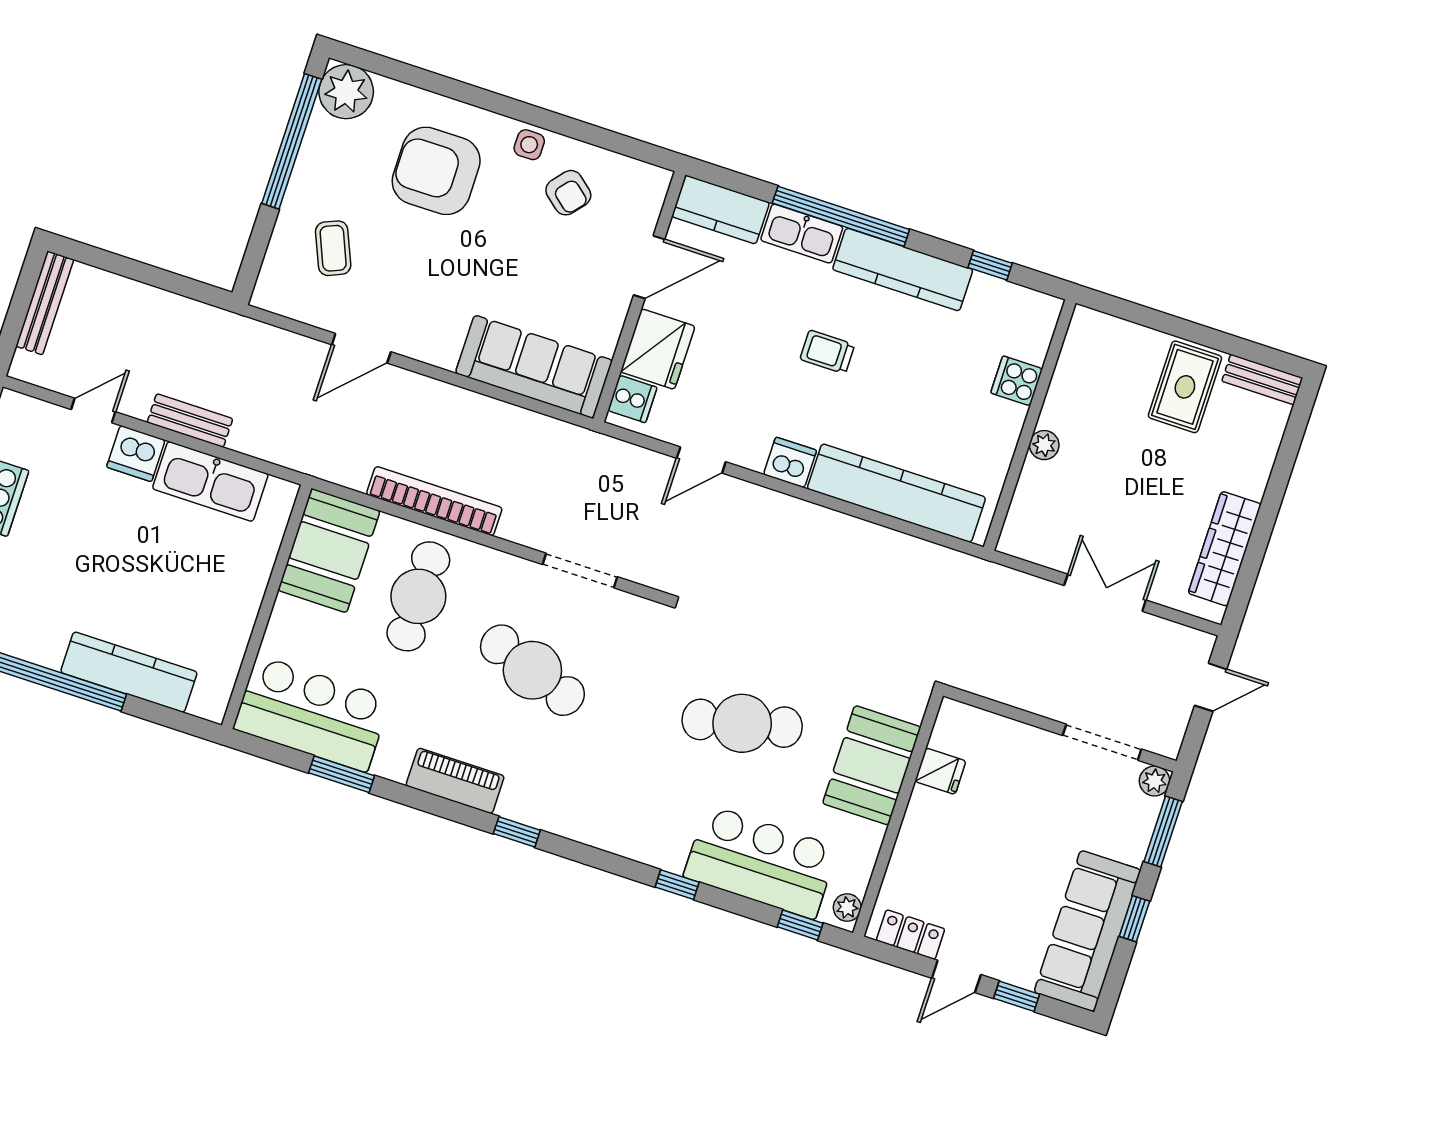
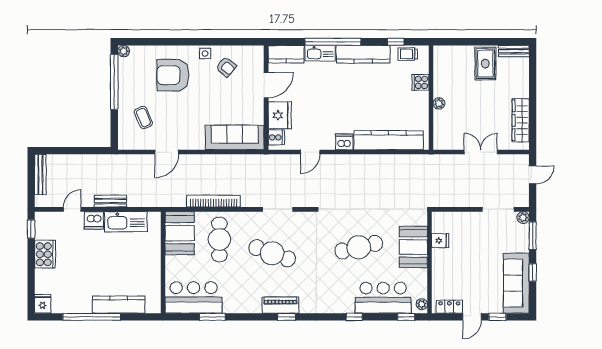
plant: (346, 92) -> (124, 51), width x0.53, depth x0.53
trolley: (827, 352) -> (408, 54), moved
piano: (455, 781) -> (280, 305), moved

